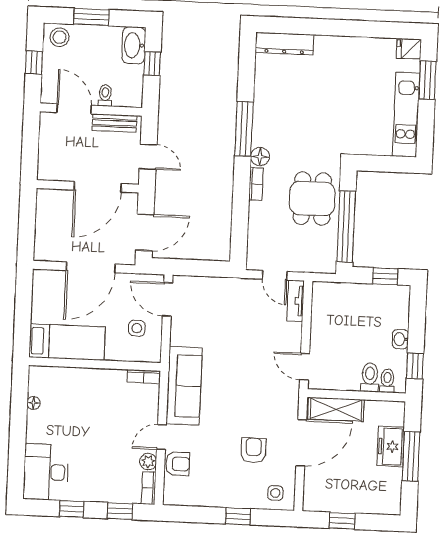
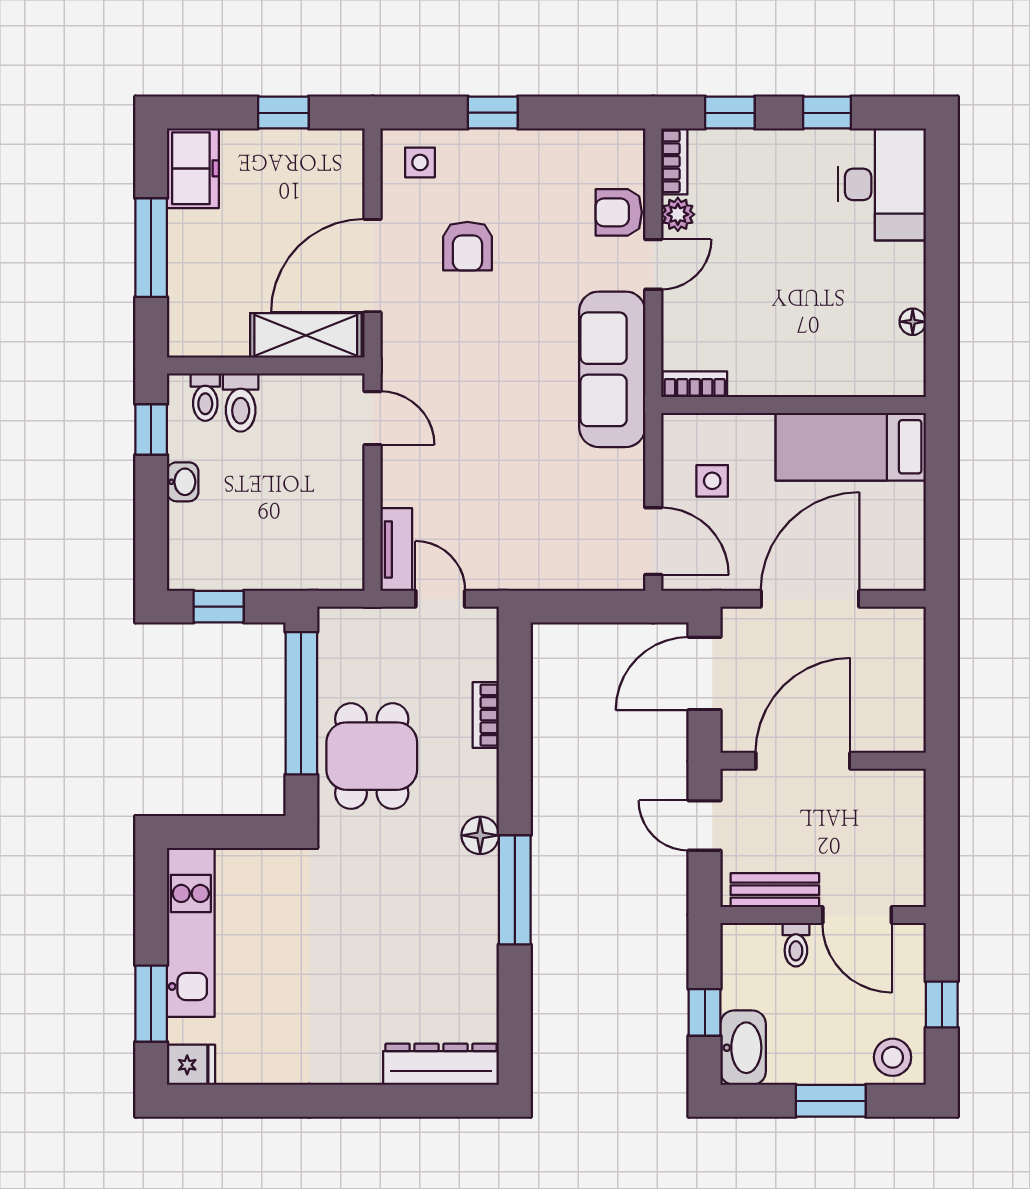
bookcase: (256, 184) -> (486, 715), moved
freezer: (391, 446) -> (193, 168), moved

